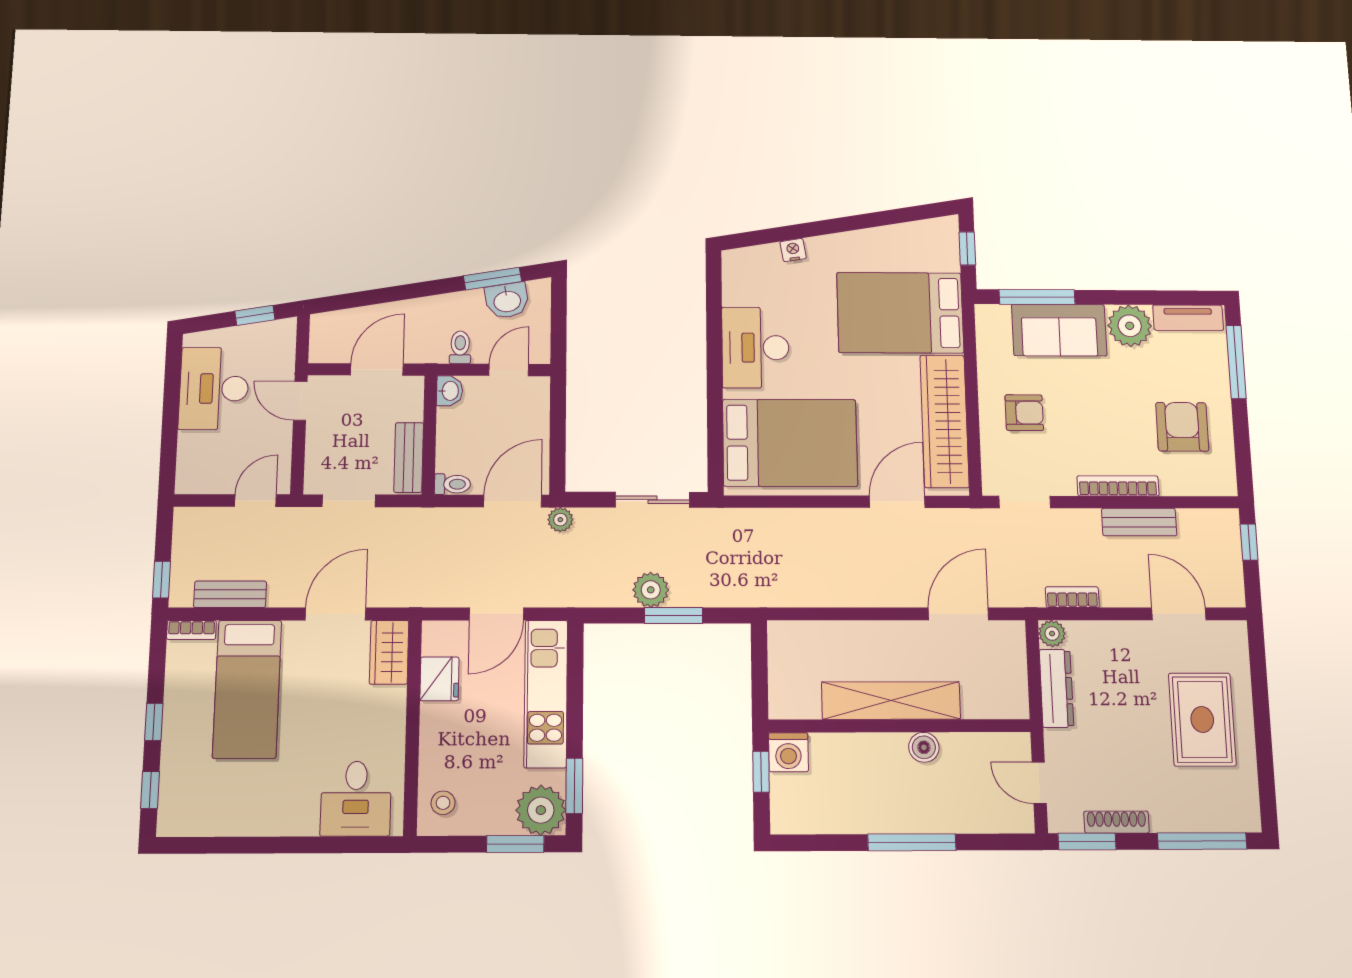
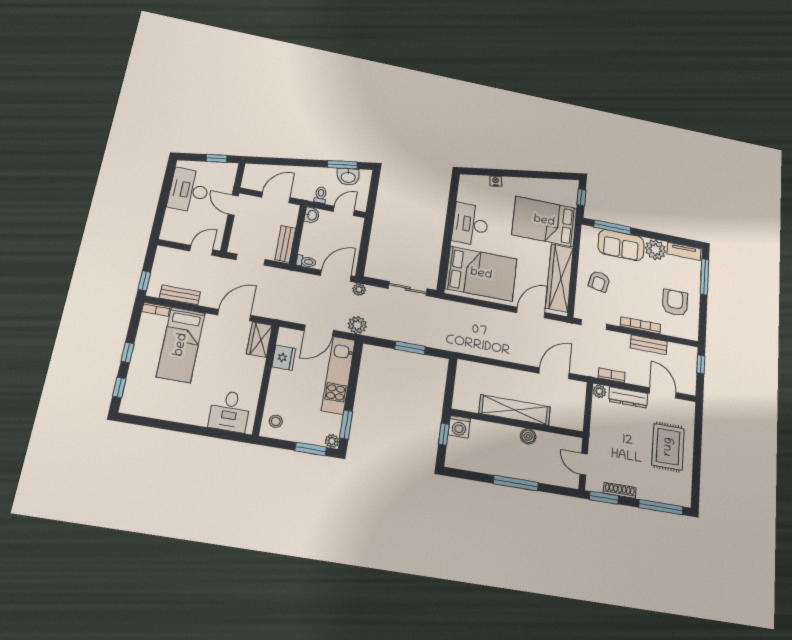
armchair: (1024, 413) -> (599, 281), turned 102
plant: (651, 590) -> (357, 325), moved
dresser: (1057, 688) -> (628, 397), moved, turned 90
plant: (541, 810) -> (332, 441), width x0.53, depth x0.53

